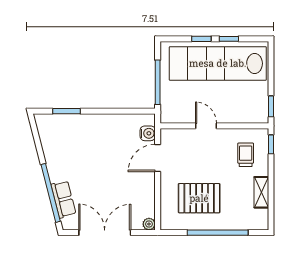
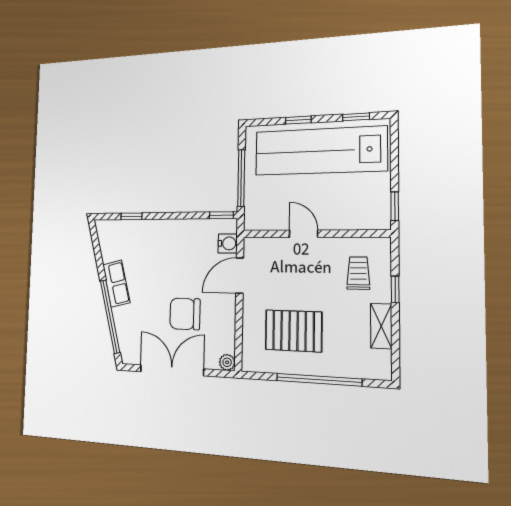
window: (229, 39) -> (356, 117), moved
window: (67, 111) -> (132, 216), width x0.67
window: (142, 111) -> (221, 215), added
window: (271, 144) -> (395, 289), moved
chair: (114, 189) -> (185, 314), added
row of seats: (64, 199) -> (116, 284), moved

